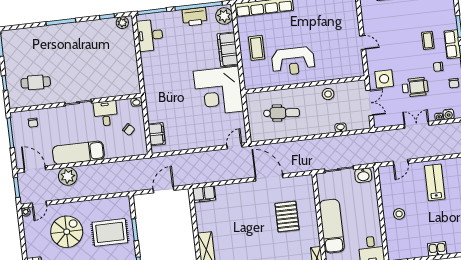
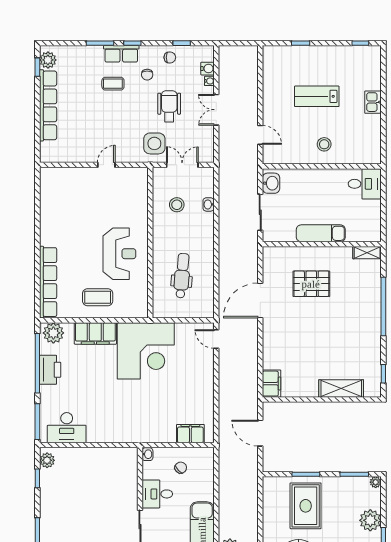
stool: (328, 94) -> (177, 205), moved
lab bench: (435, 182) -> (317, 96), moved
exam couch: (332, 226) -> (321, 233), width x0.73, depth x0.69

